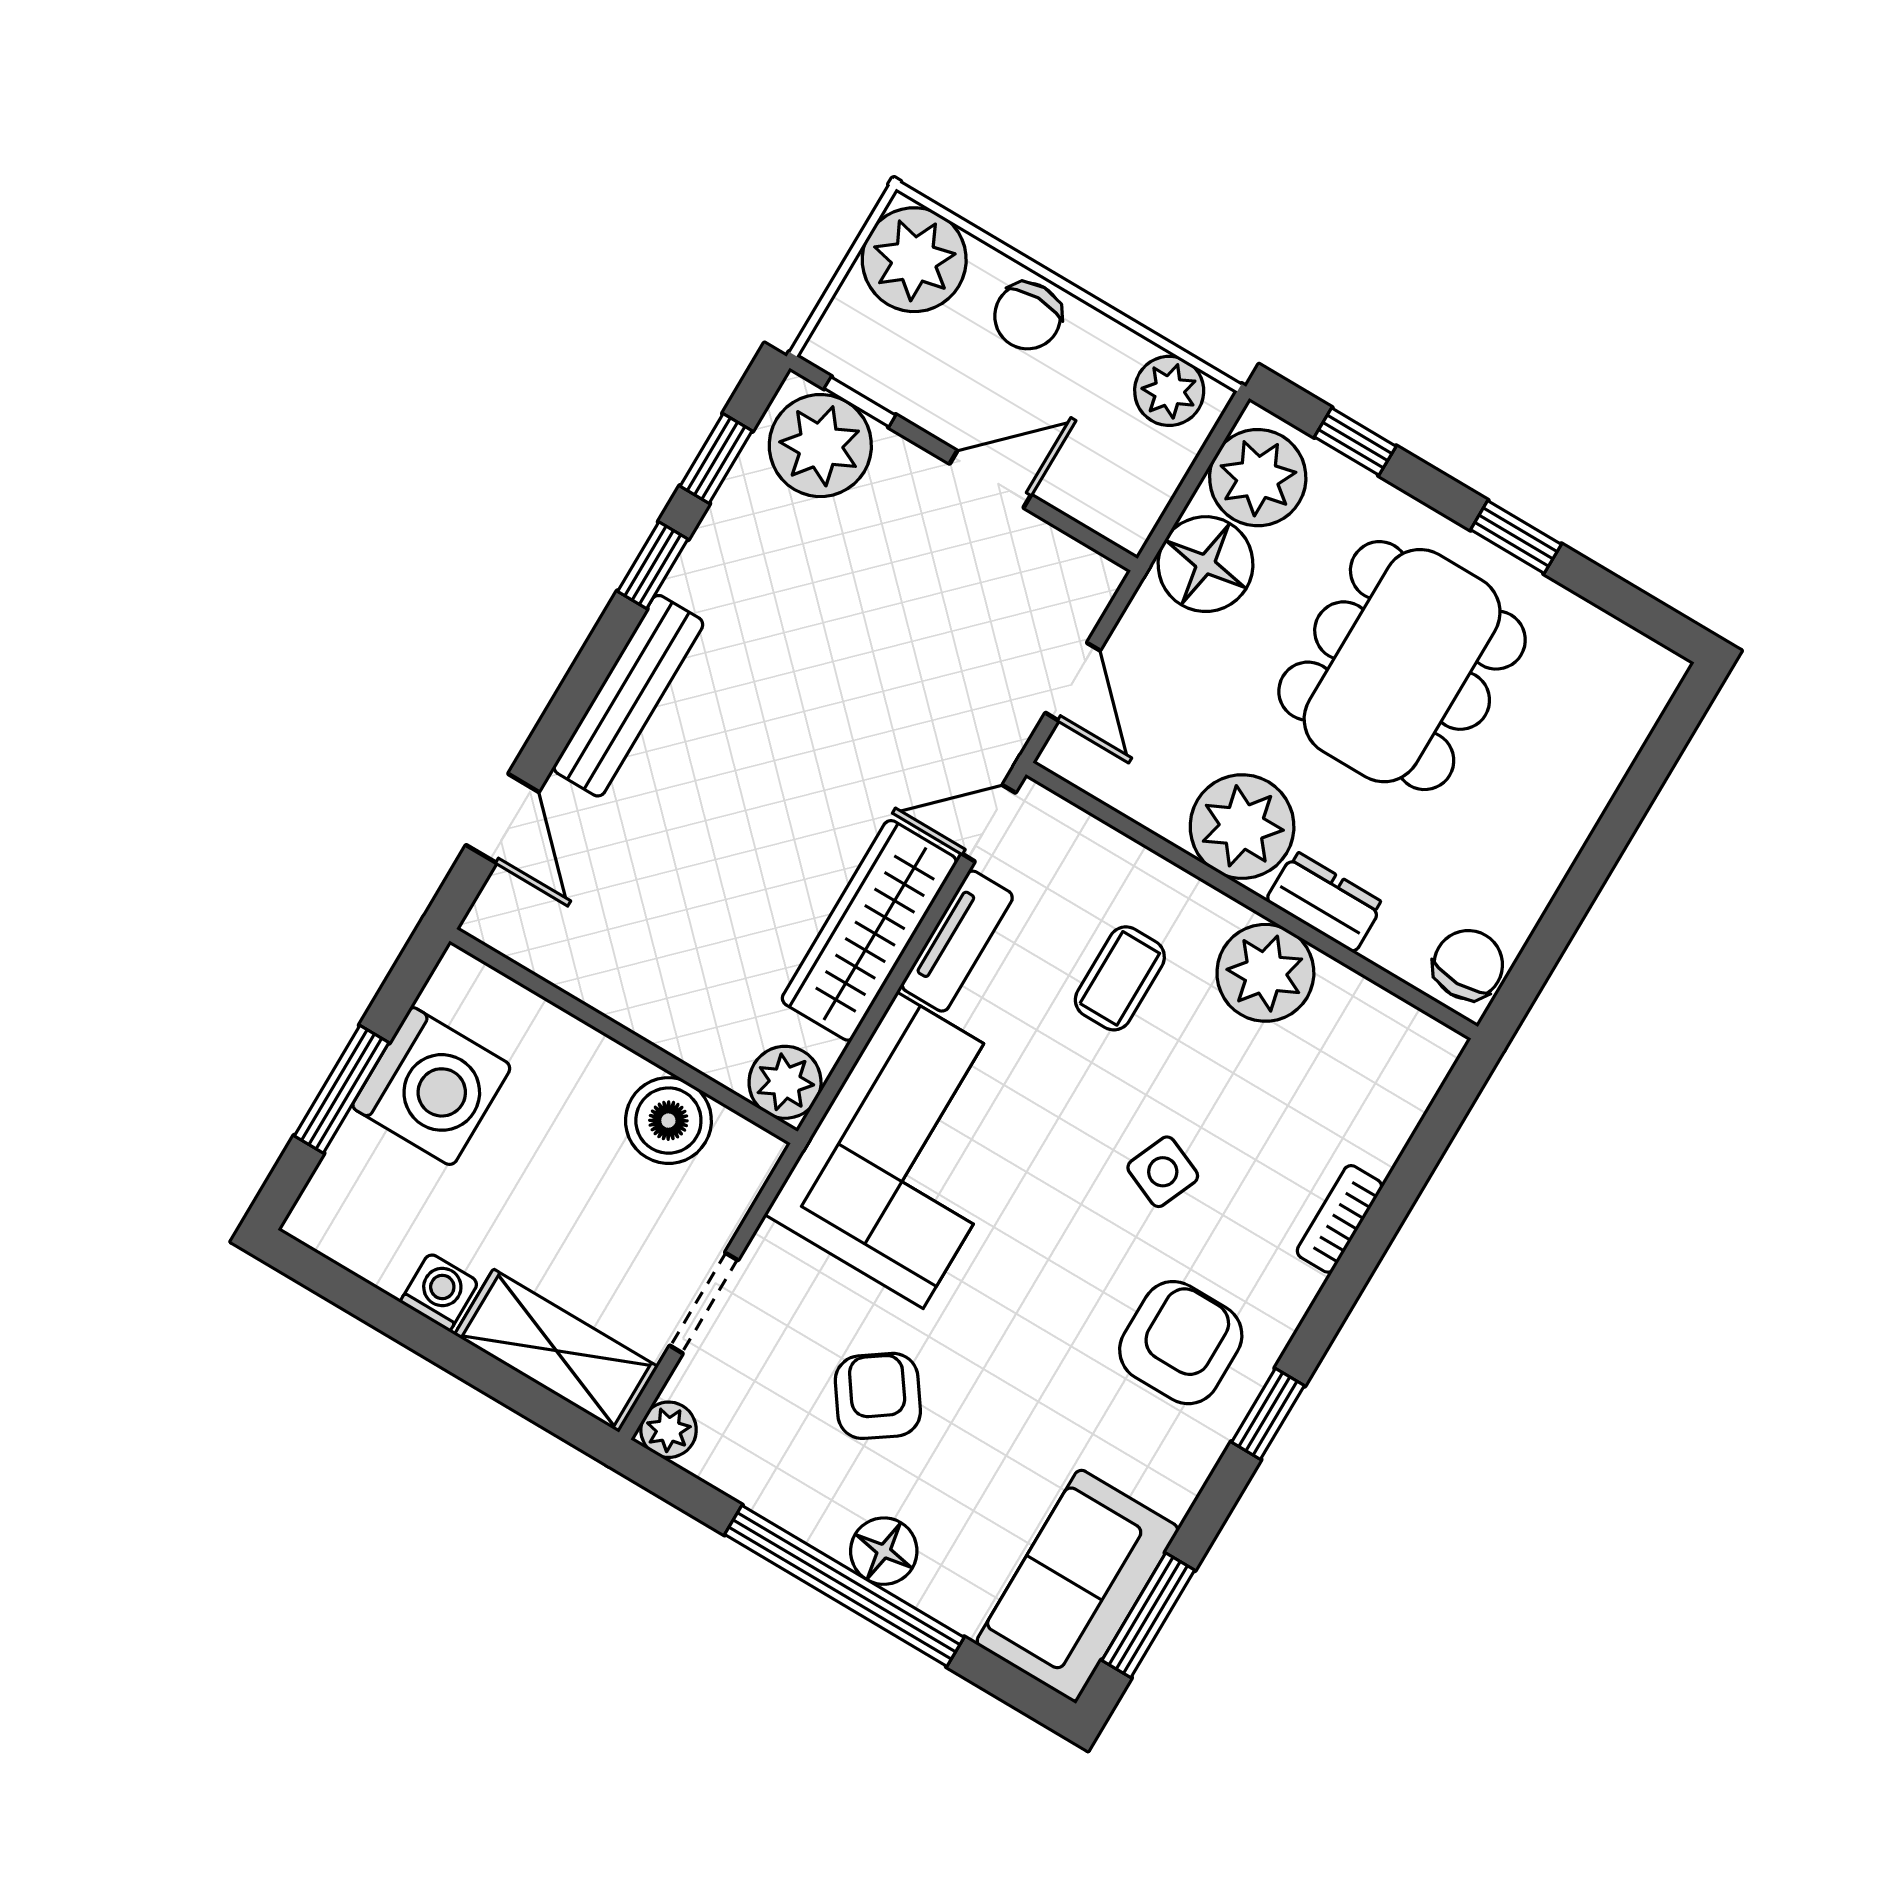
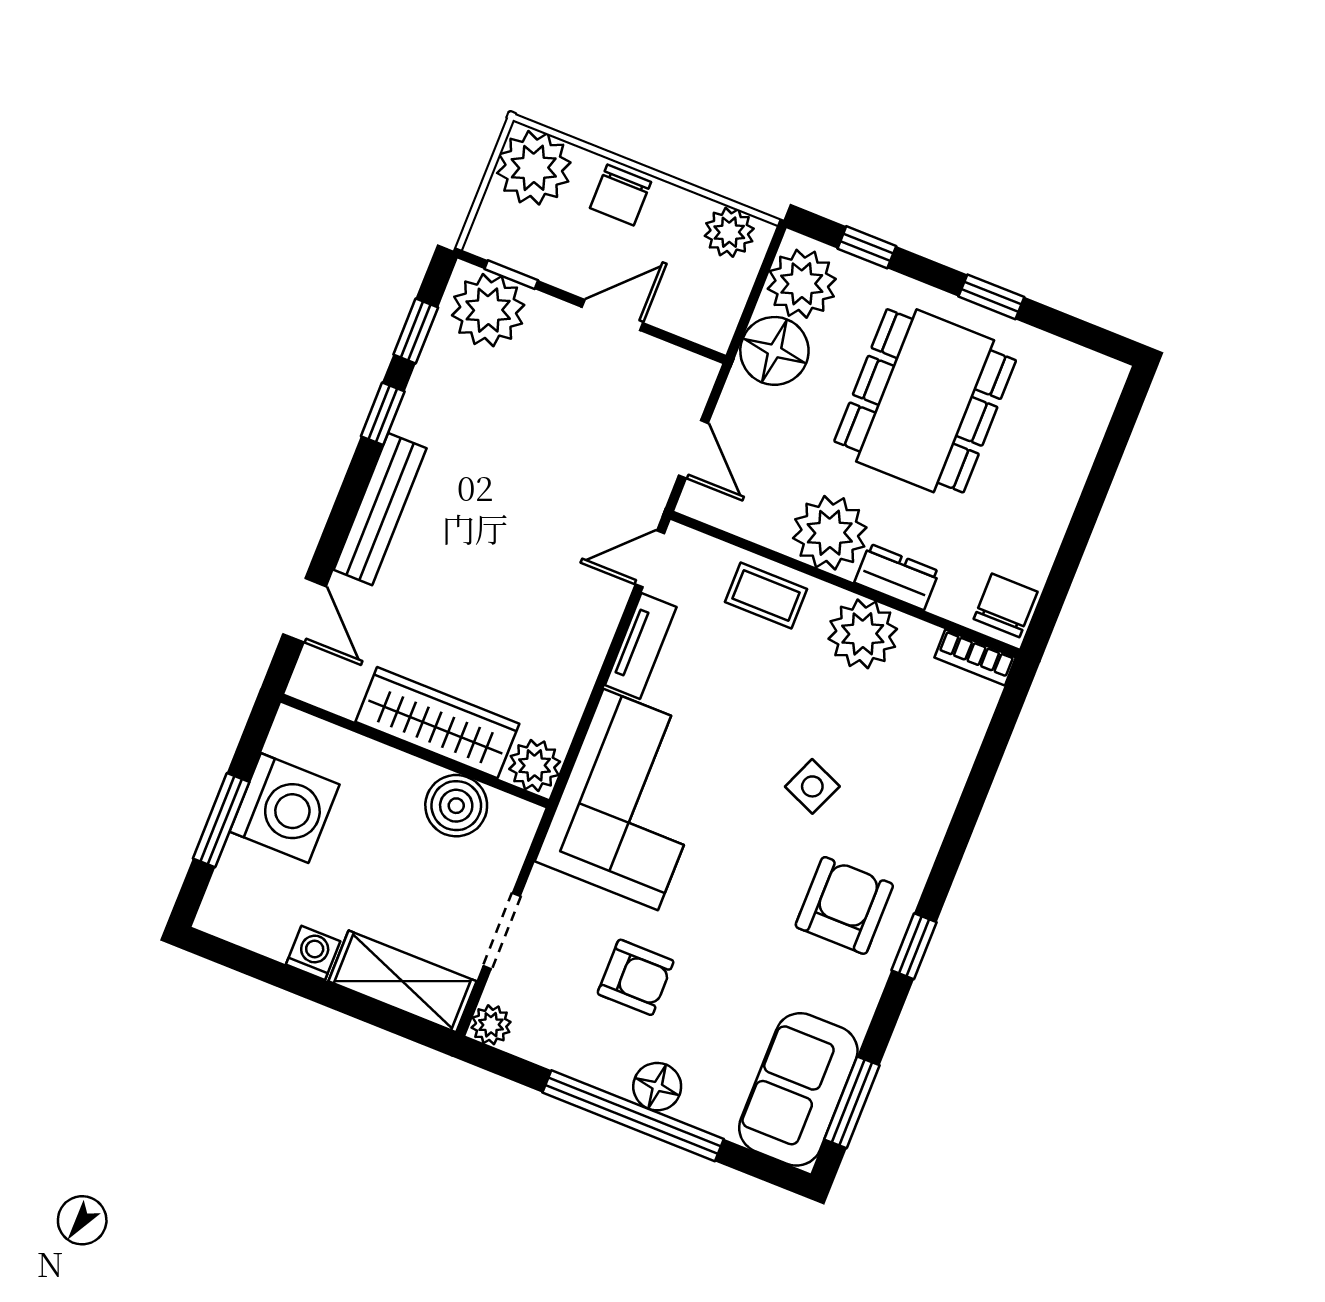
wardrobe: (869, 930) -> (437, 723), moved, turned 90
coffee table: (1120, 978) -> (766, 595), moved, turned 90
bookcase: (1340, 1219) -> (975, 657), moved, turned -90
armchair: (878, 1396) -> (636, 977), turned 125

